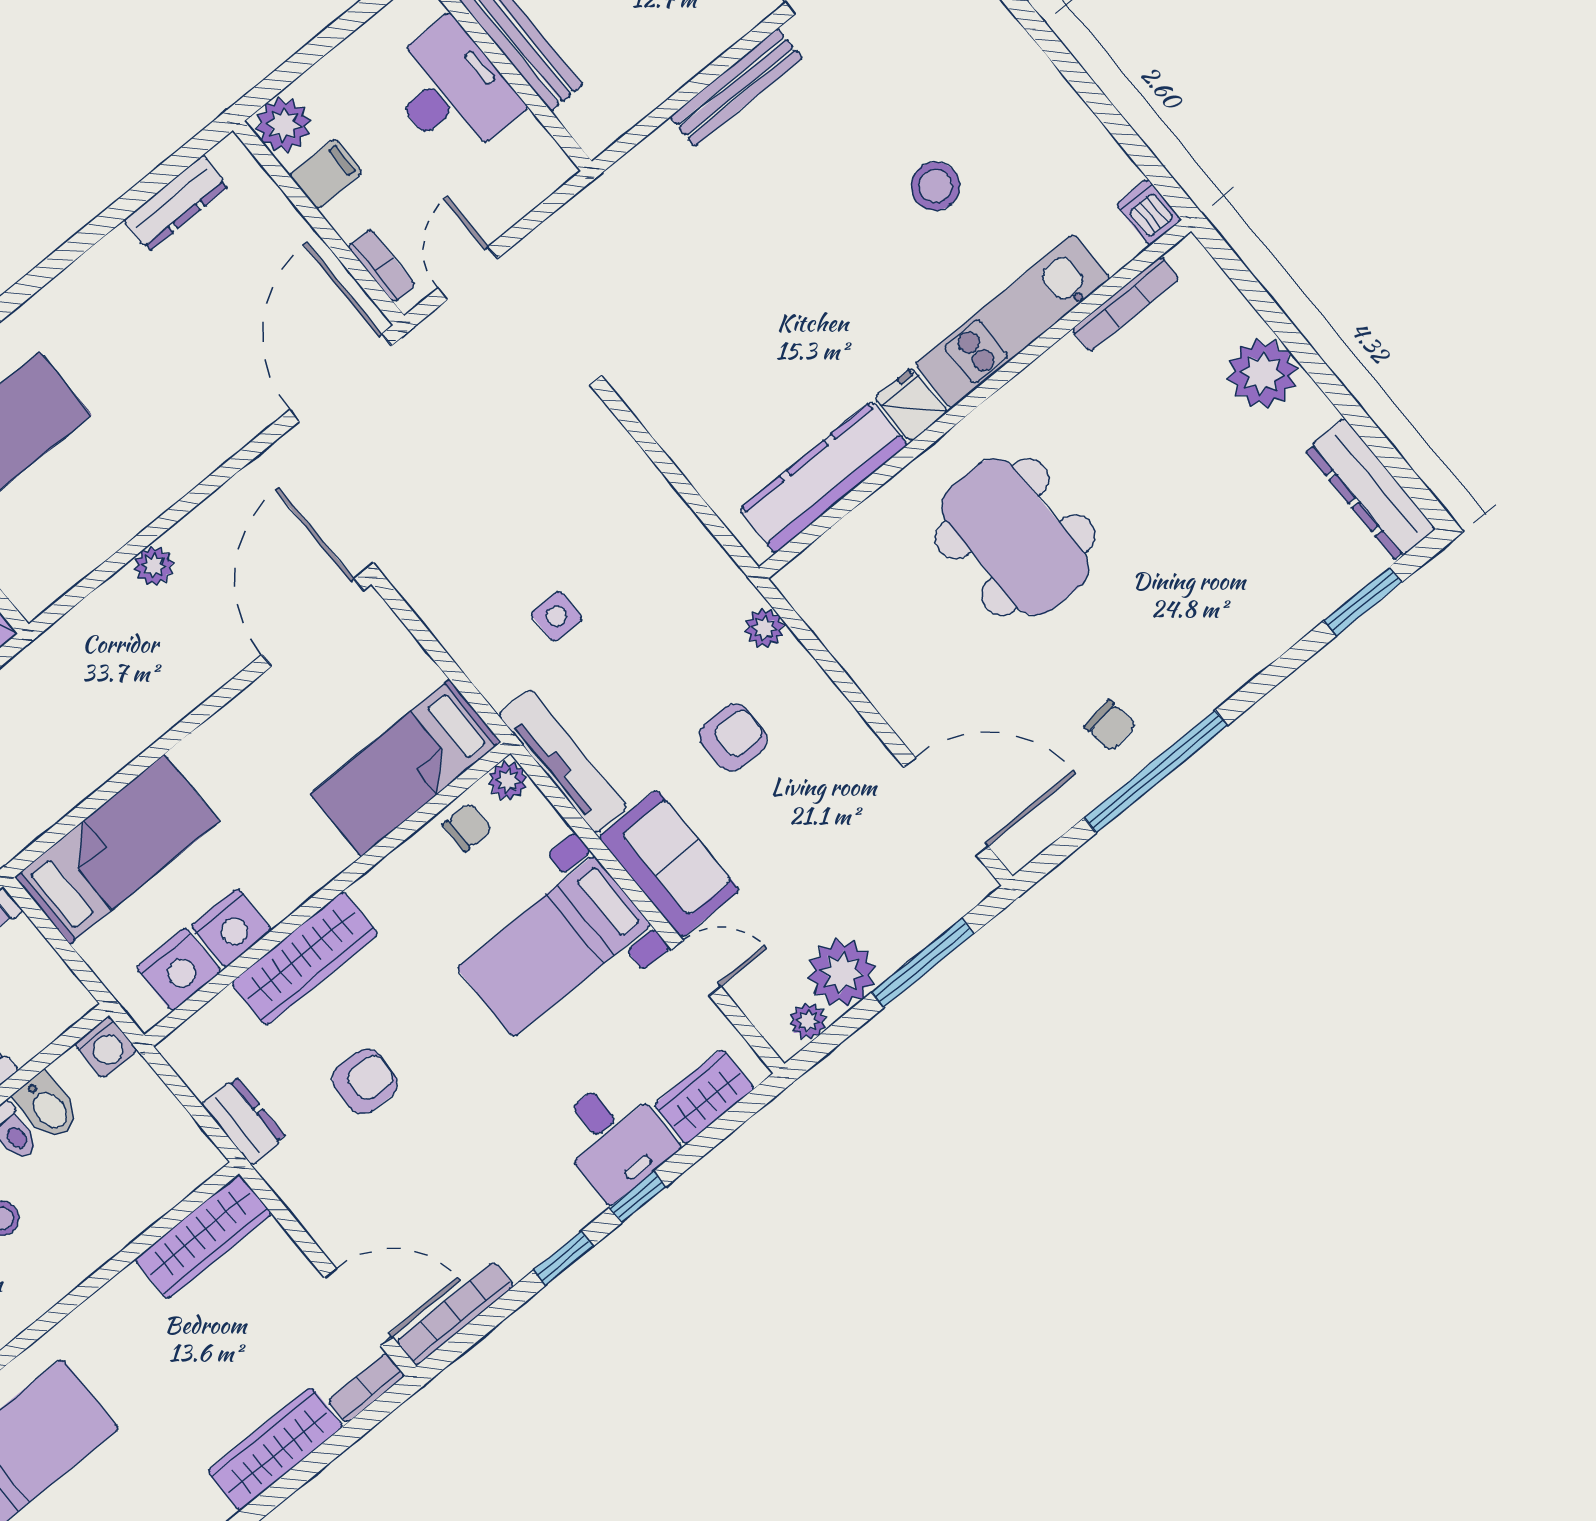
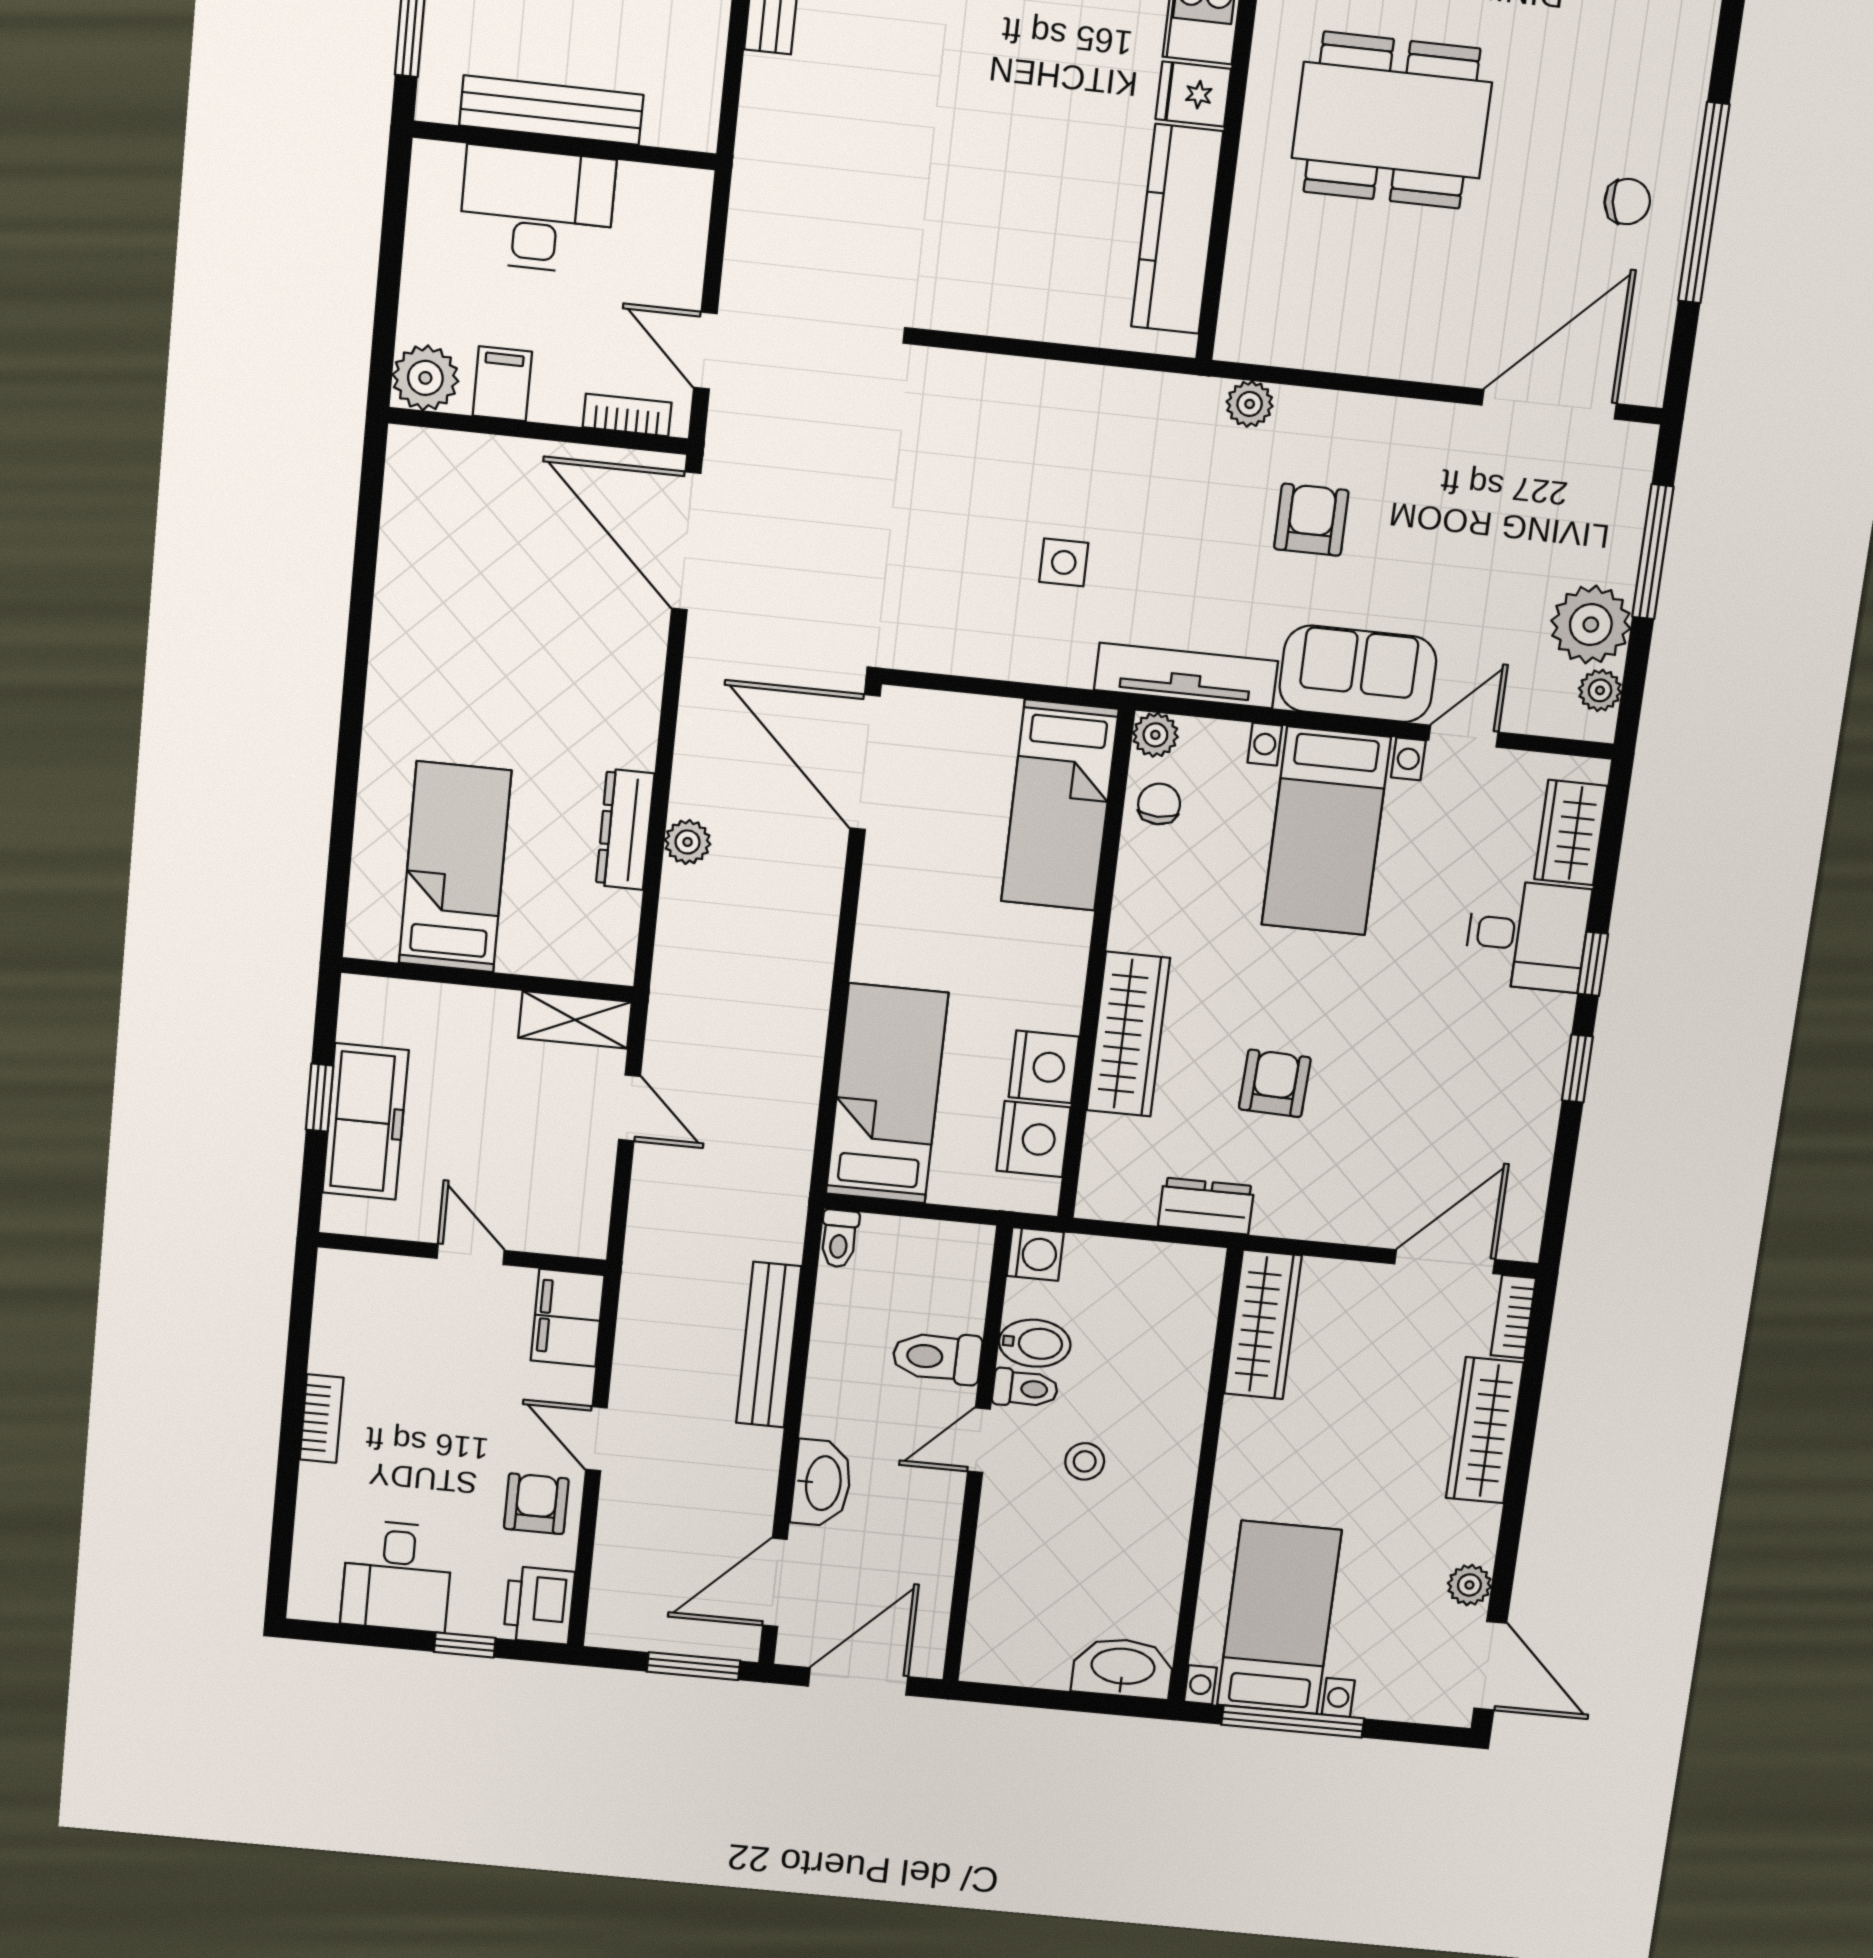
dresser: (176, 203) -> (625, 829), moved, turned 180
bookcase: (455, 1314) -> (1530, 1194), removed

